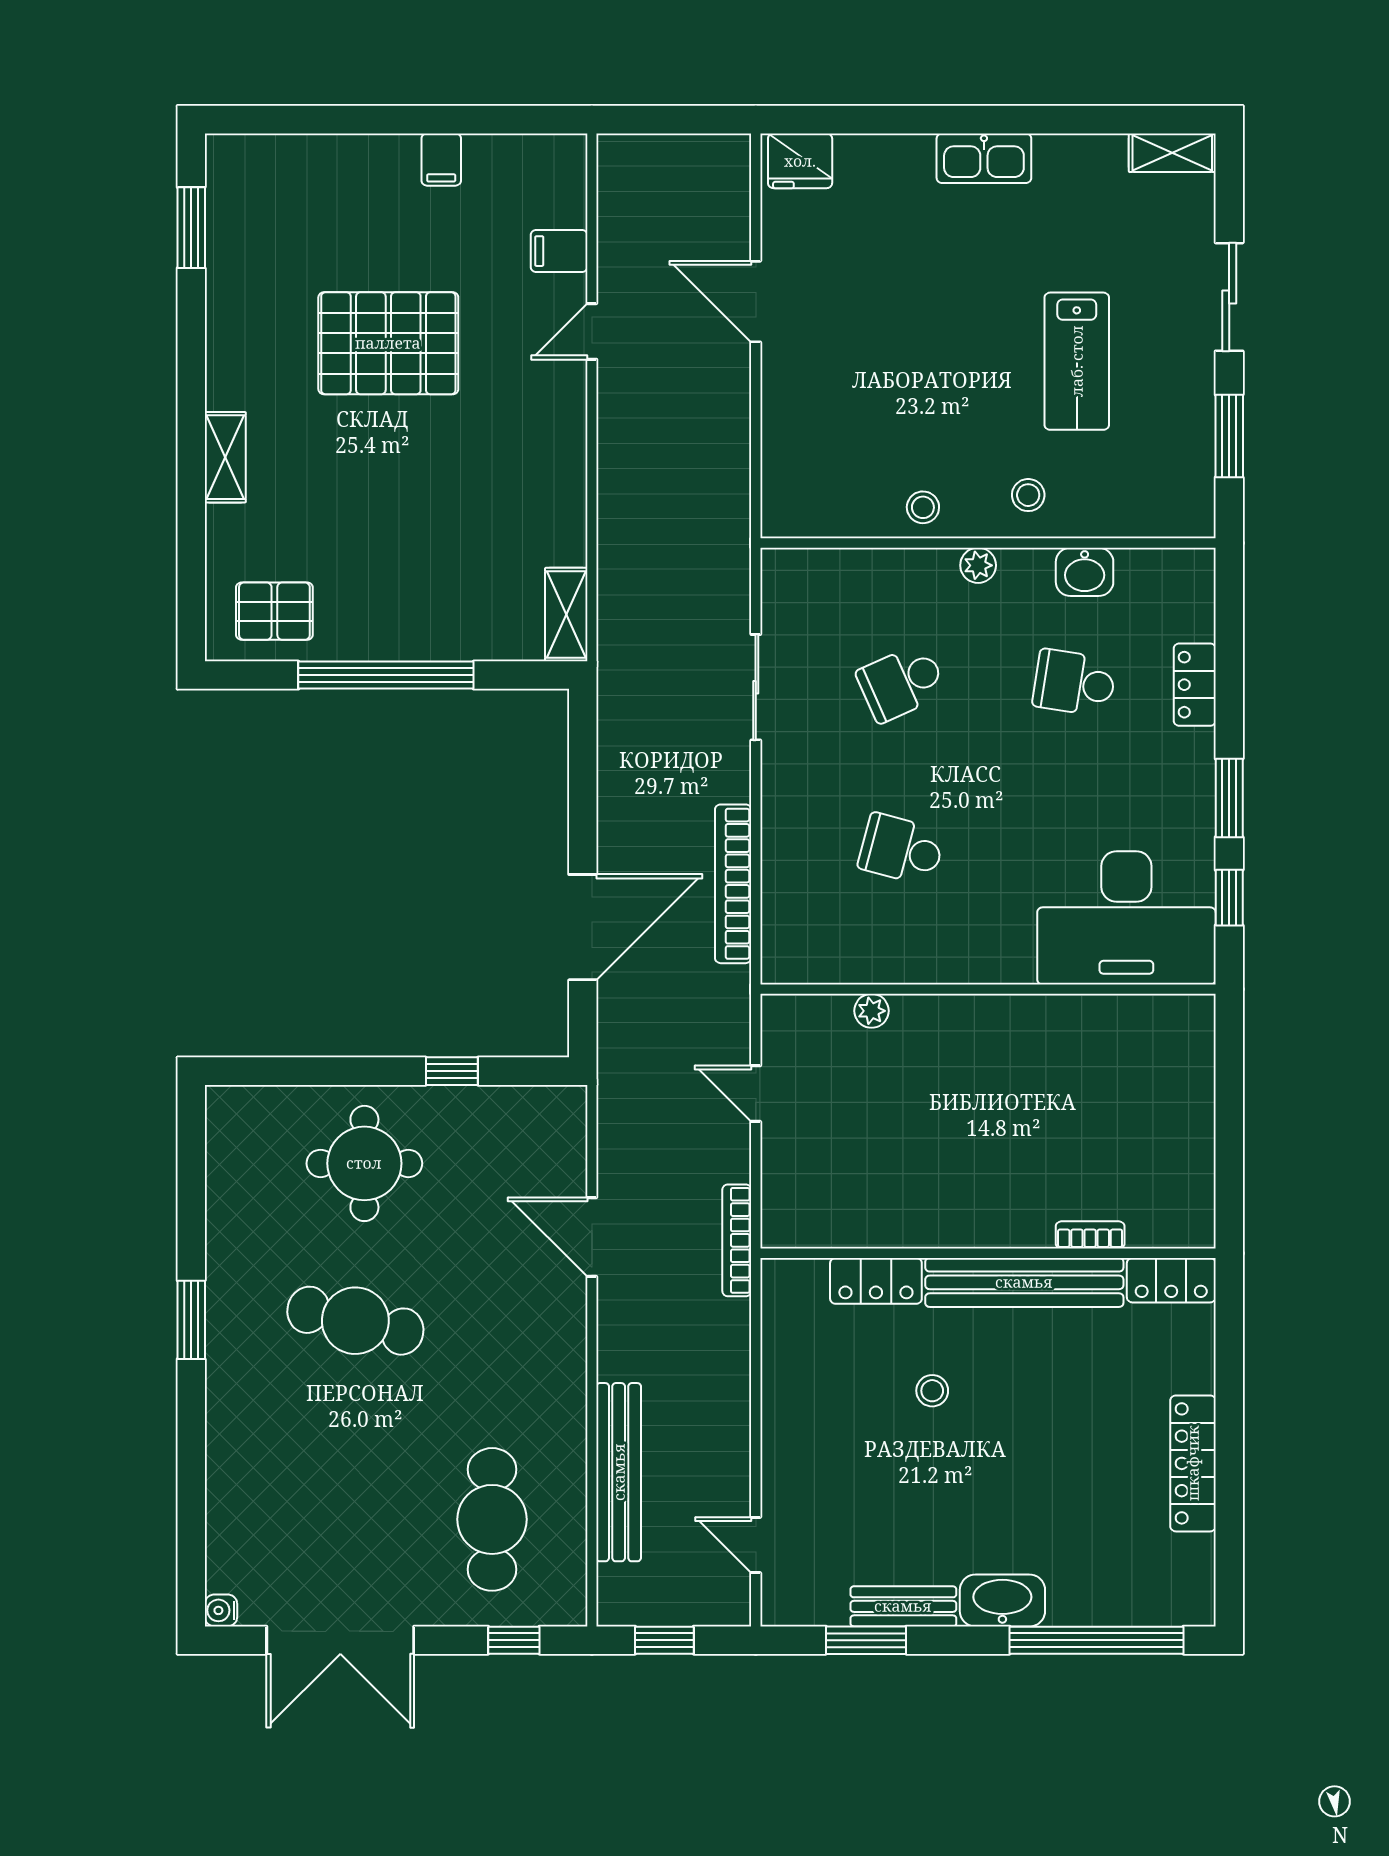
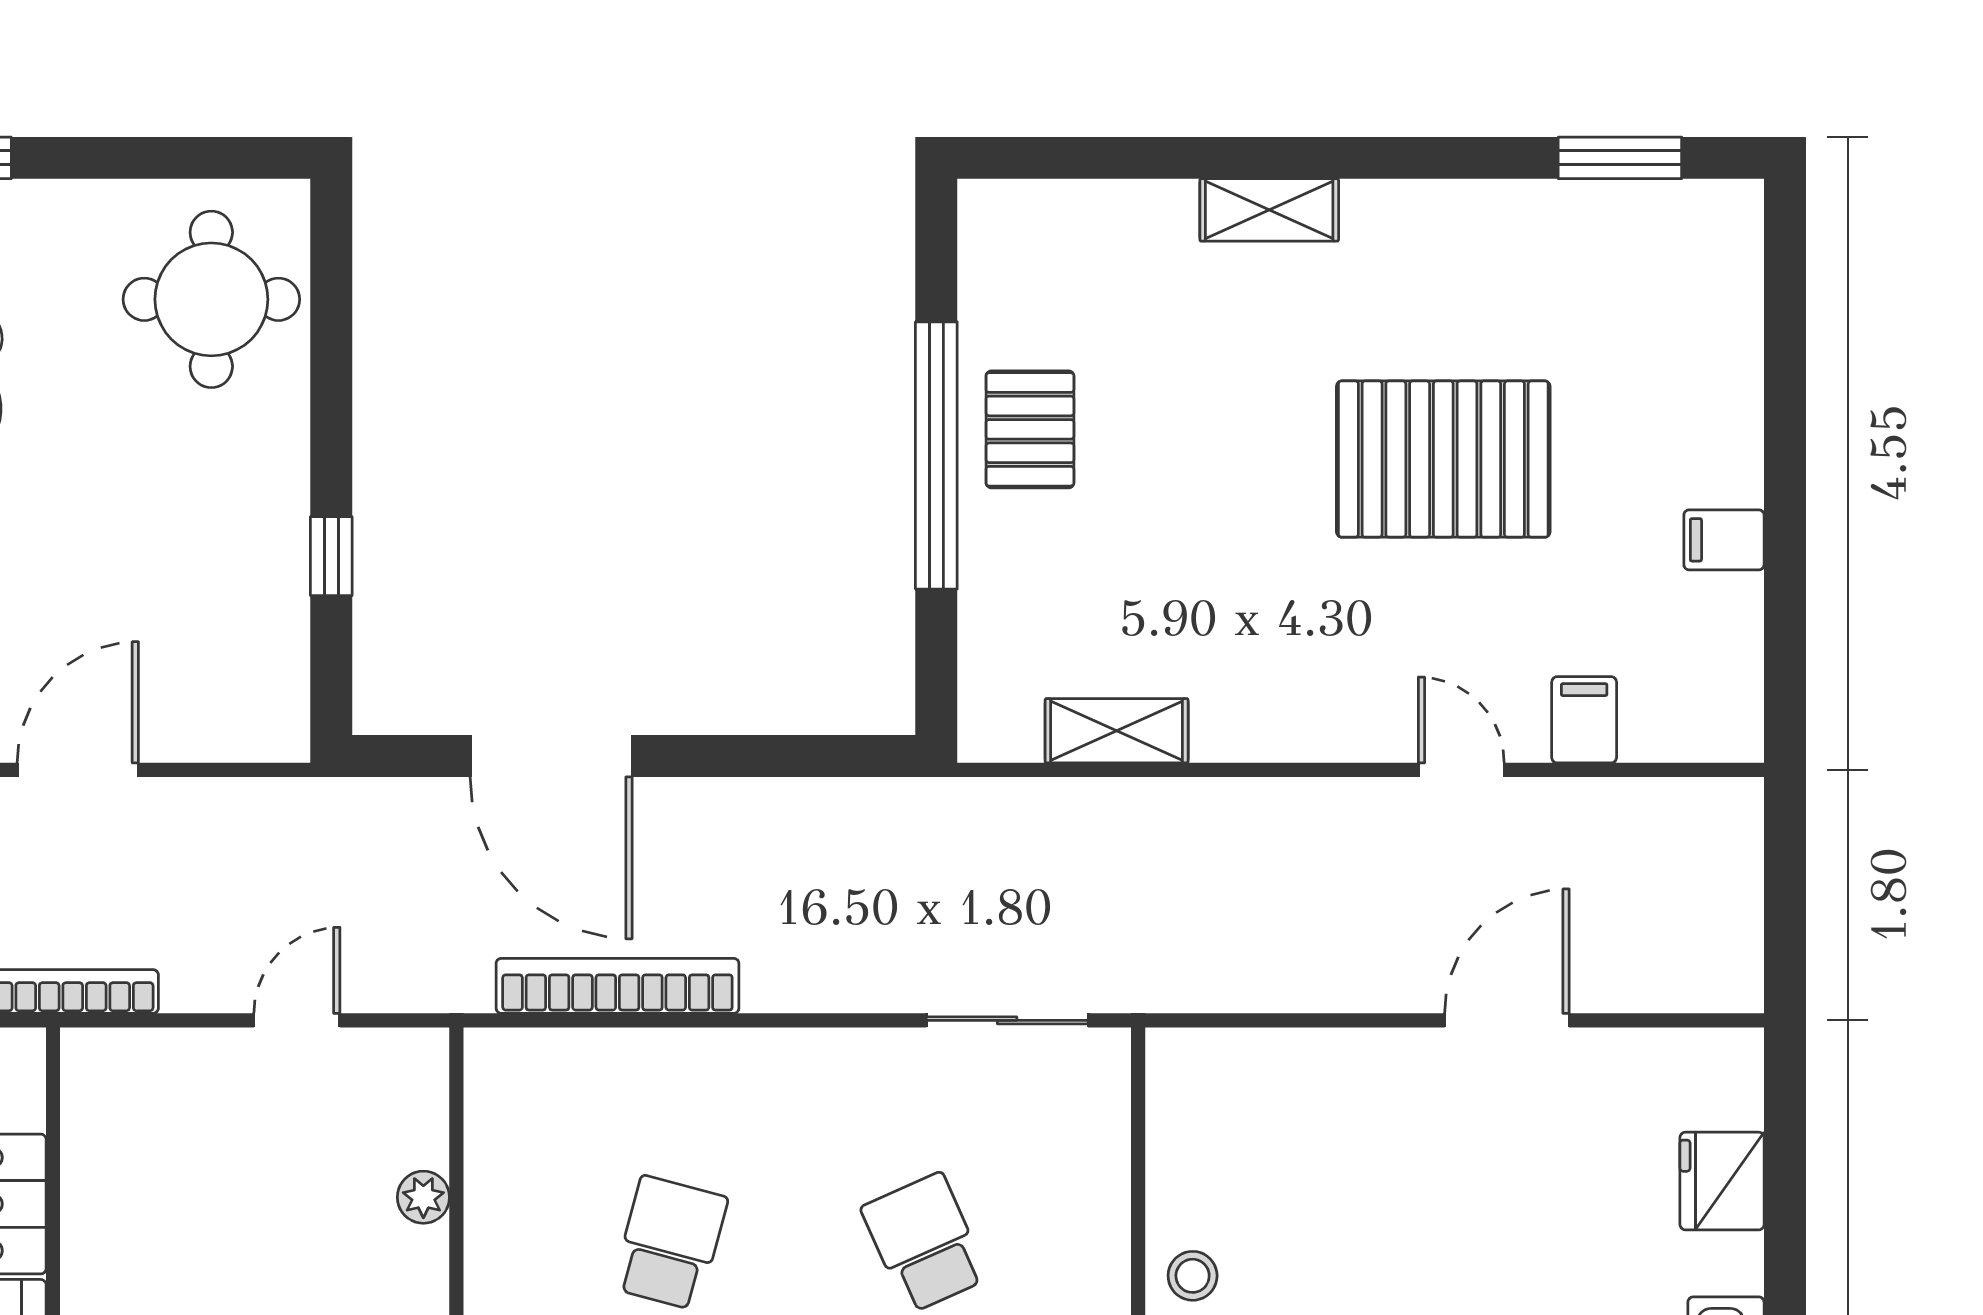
fridge: (800, 161) -> (1722, 1181), moved
pallet: (388, 343) -> (1443, 459), turned 90
pallet: (274, 611) -> (1030, 429), moved
shelving: (566, 615) -> (1117, 731), moved
sliding door: (756, 687) -> (1007, 1020), moved
round table: (364, 1163) -> (211, 299), moved

